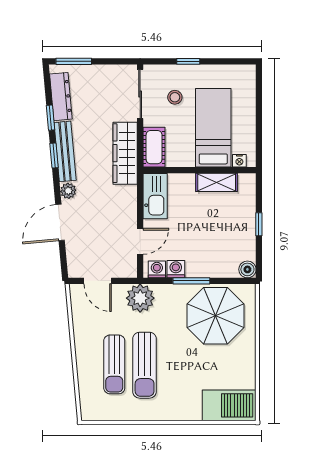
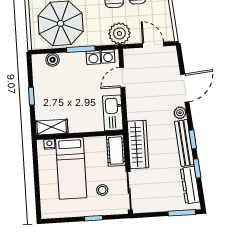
shelving: (217, 182) -> (52, 127), moved
boiler: (247, 269) -> (53, 60), moved

